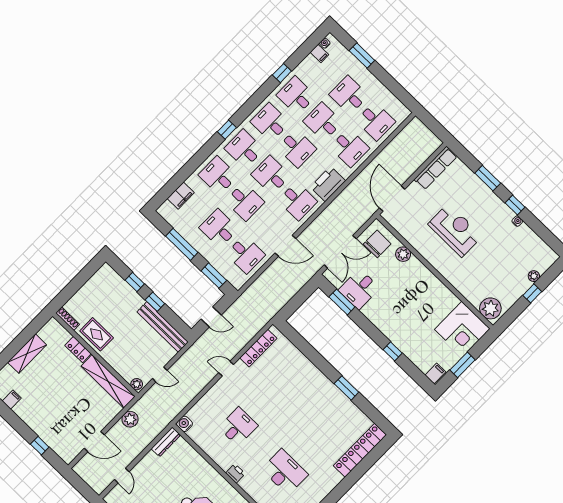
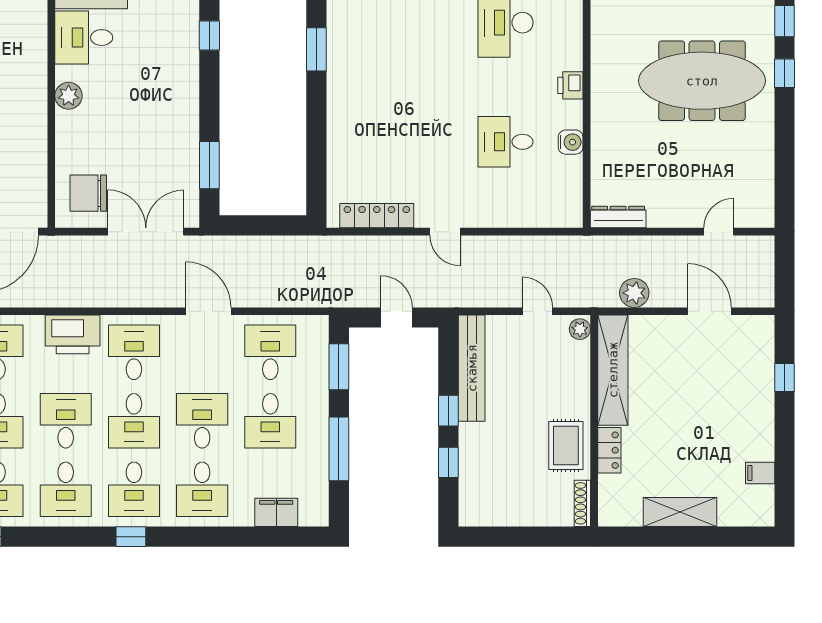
plant: (403, 254) -> (69, 96), moved
desk: (359, 289) -> (84, 38), moved, turned 180
water cooler: (185, 424) -> (571, 142), moved, turned -90

